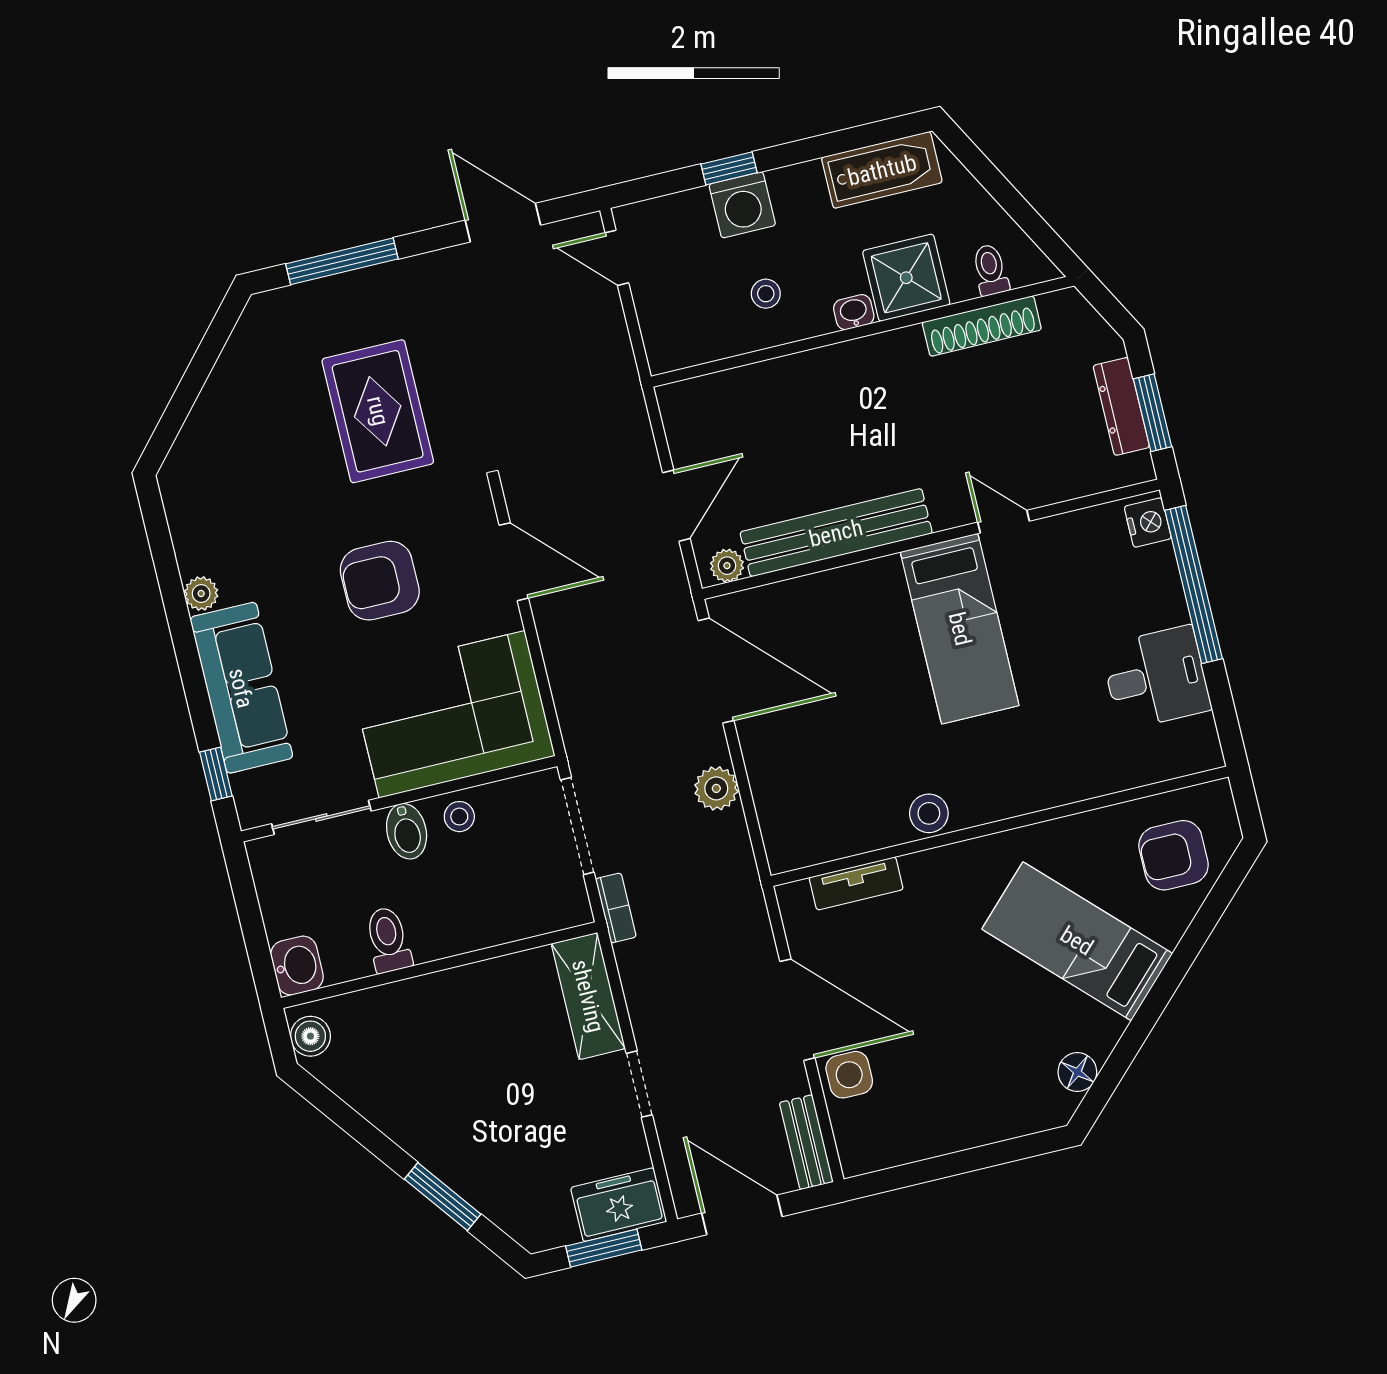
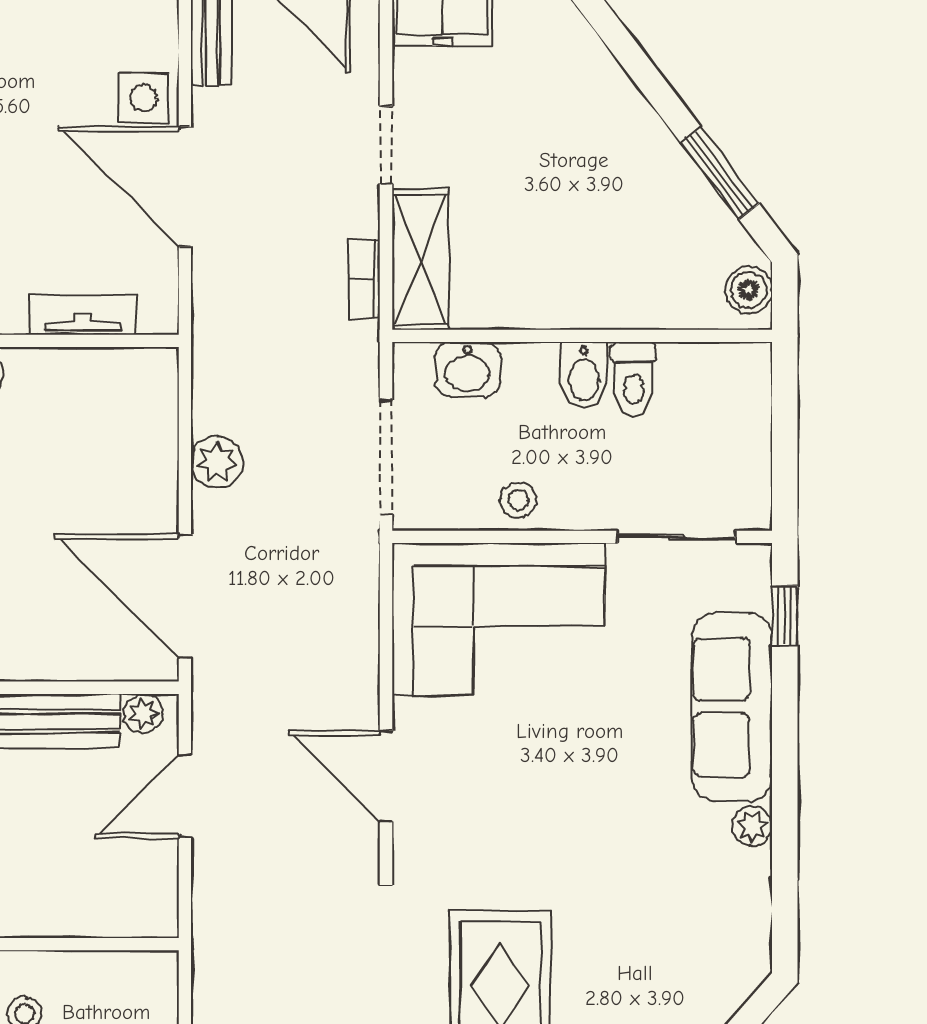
armchair: (380, 581) -> (544, 792), removed
bidet: (407, 831) -> (584, 375), moved, turned 180
bookcase: (616, 908) -> (364, 279), moved
washbasin: (297, 966) -> (468, 369), moved, turned -90
window: (443, 1197) -> (720, 173), moved

